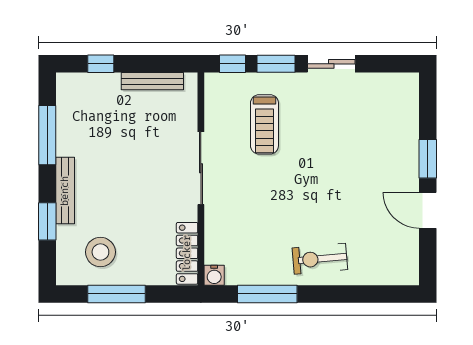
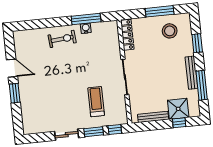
shower: (100, 92) -> (178, 109), added
bench: (65, 191) -> (191, 73), moved
water cooler: (214, 275) -> (86, 28), moved

